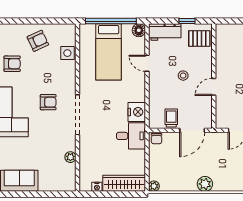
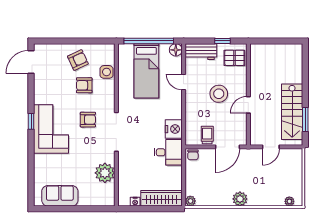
armchair: (12, 64) -> (84, 85), moved, turned 180
stool: (183, 76) -> (219, 94), width x1.89, depth x1.89
plant: (70, 157) -> (105, 173), width x1.88, depth x1.88

